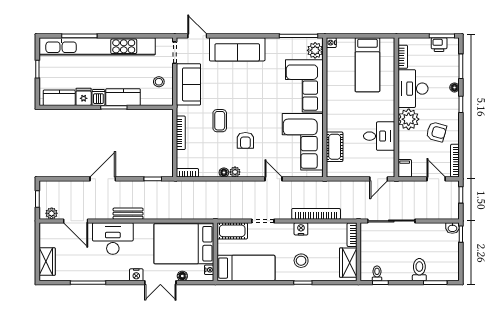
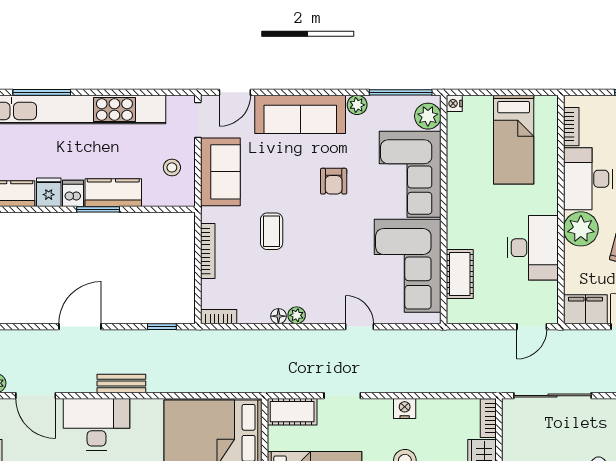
door: (197, 36) -> (235, 92), swing flipped
plant: (272, 44) -> (357, 105), added
desk: (379, 136) -> (533, 248), width x1.37
armchair: (245, 140) -> (334, 181), moved
filing cabinet: (405, 168) -> (585, 309), width x2.00
bookcase: (316, 214) -> (429, 384), removed

